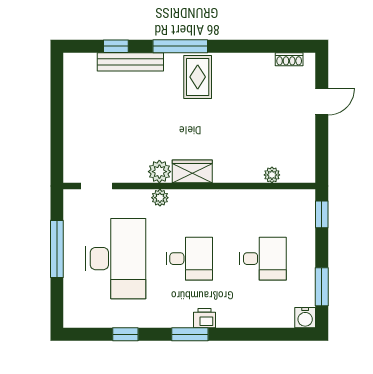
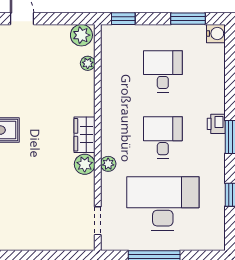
plant: (303, 168) -> (81, 35), added

